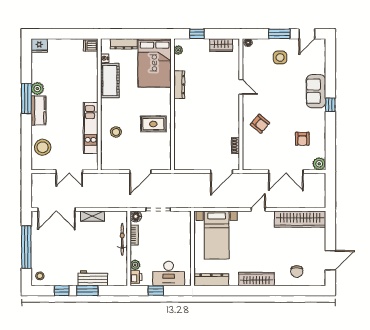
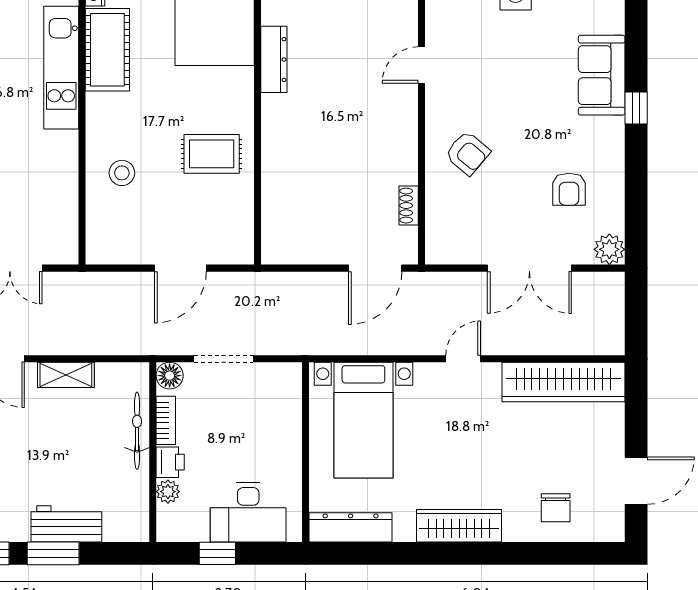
door: (241, 87) -> (422, 65), swing flipped
kitchen unit: (91, 128) -> (61, 68), moved
printer: (136, 277) -> (170, 462), moved

